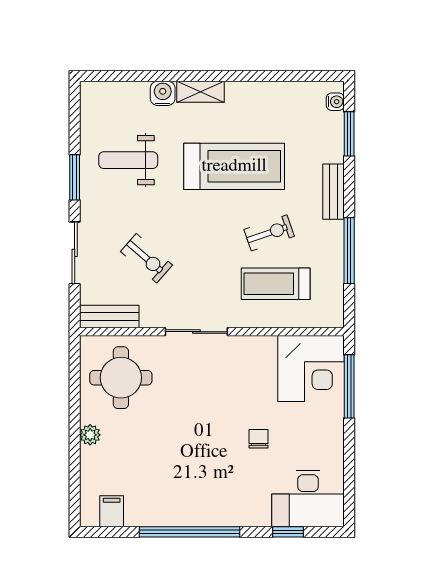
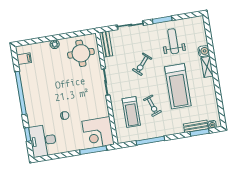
bench: (333, 192) -> (196, 126), moved
exercise bike: (146, 258) -> (142, 64), moved
treadmill: (276, 284) -> (131, 112), turned 180

